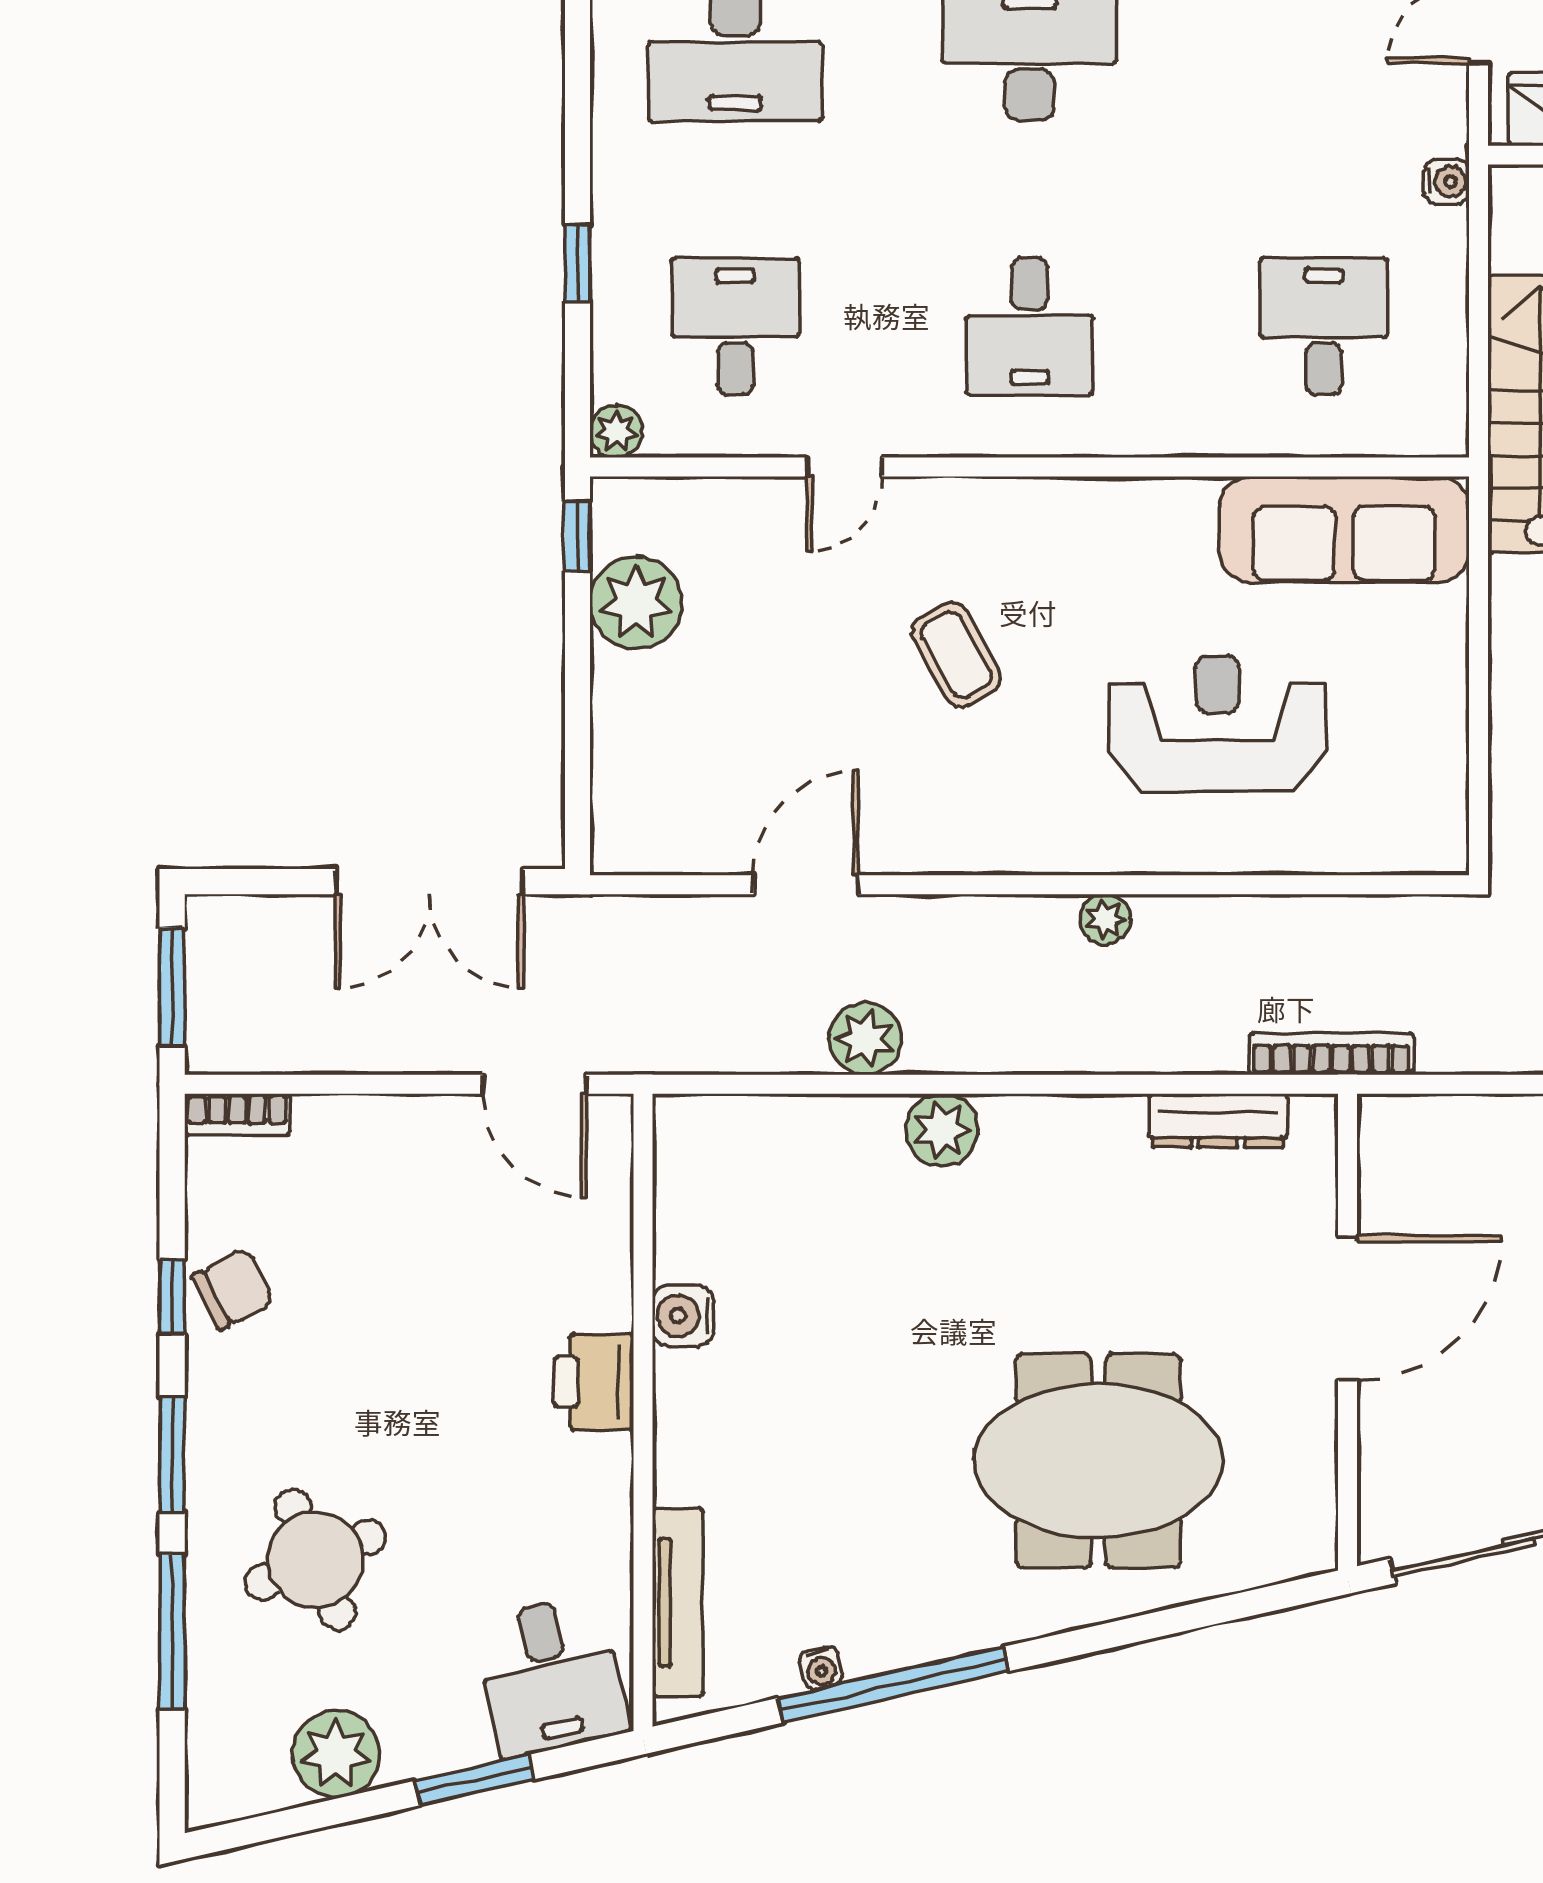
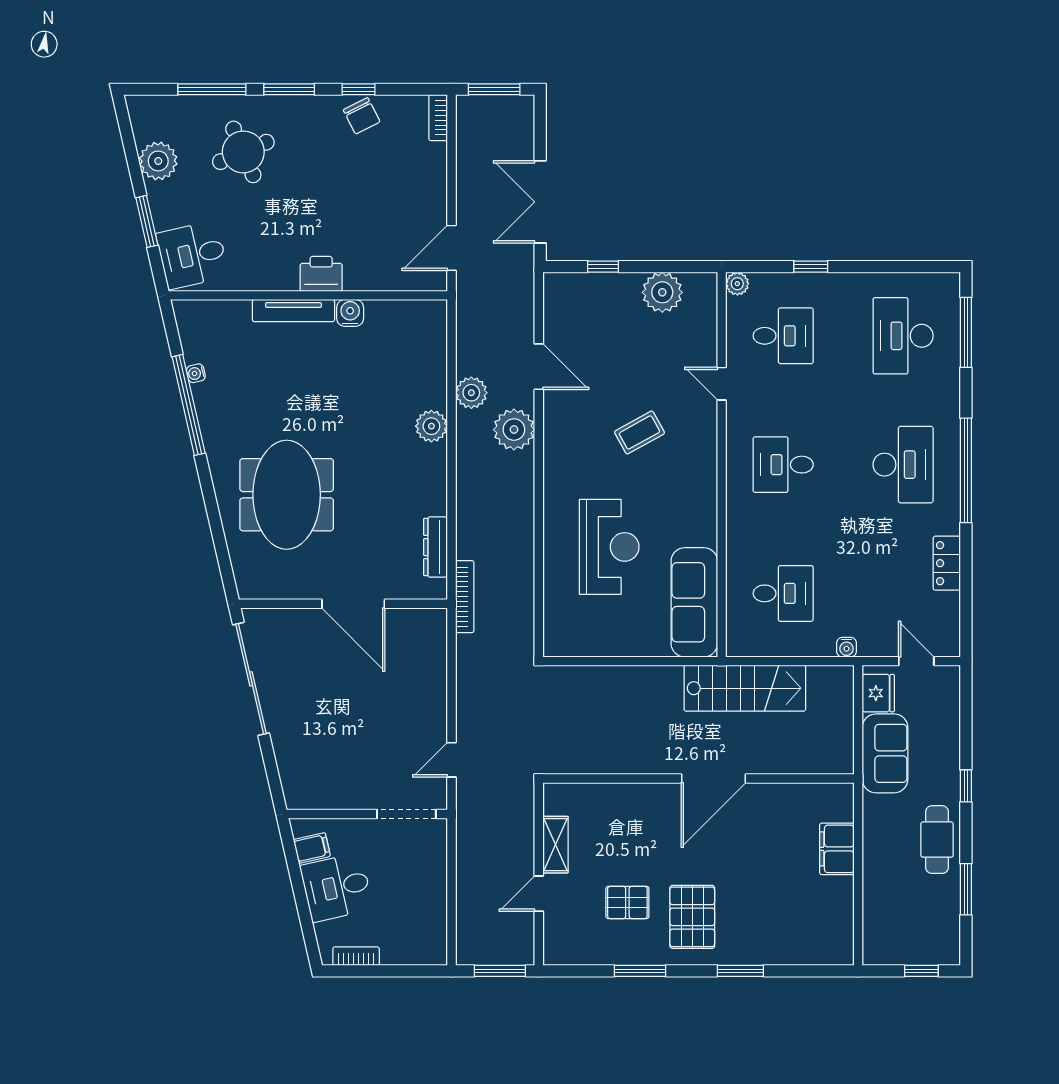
window: (577, 536) -> (603, 267), moved
plant: (1105, 919) -> (514, 430), moved, width x1.88, depth x1.88
tv unit: (678, 1602) -> (293, 311), moved

